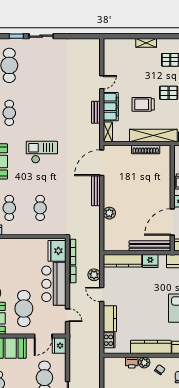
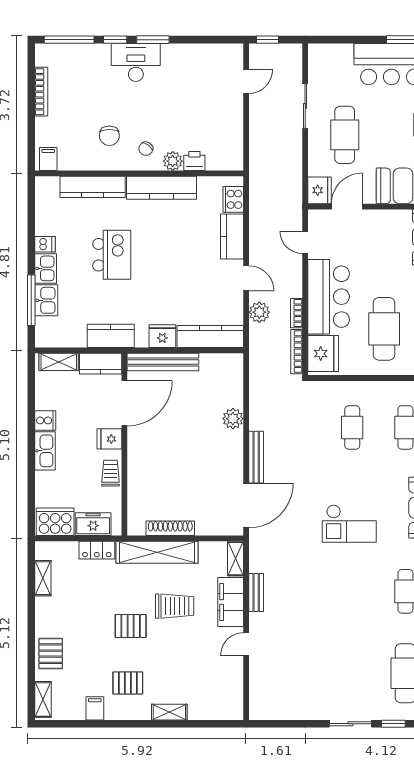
cafe table: (24, 309) -> (384, 329), moved

